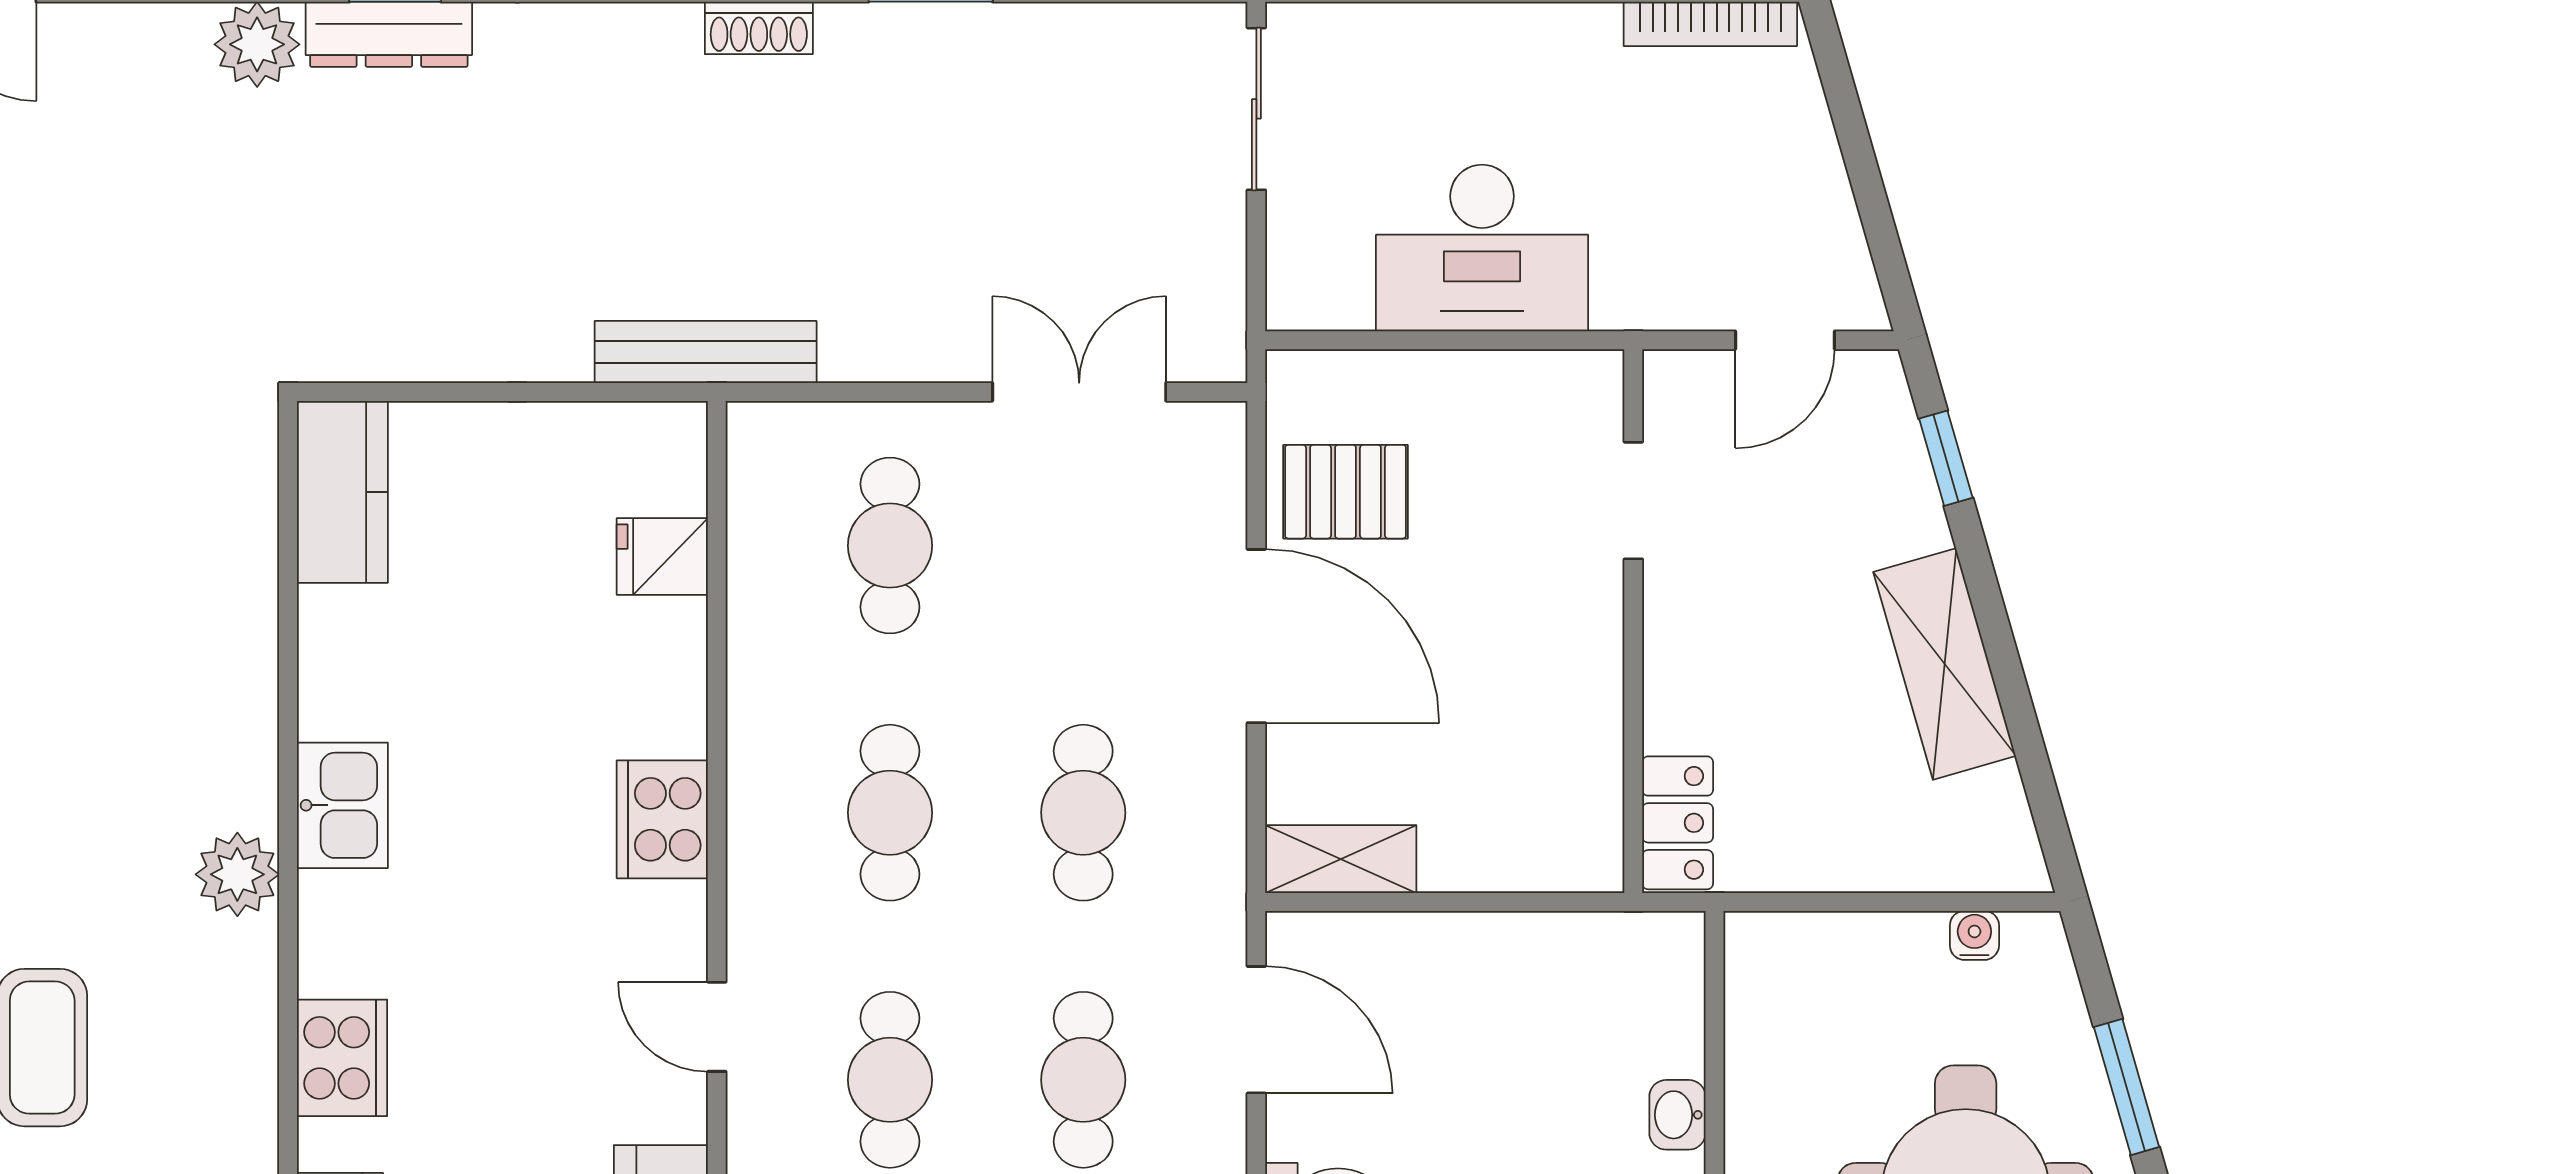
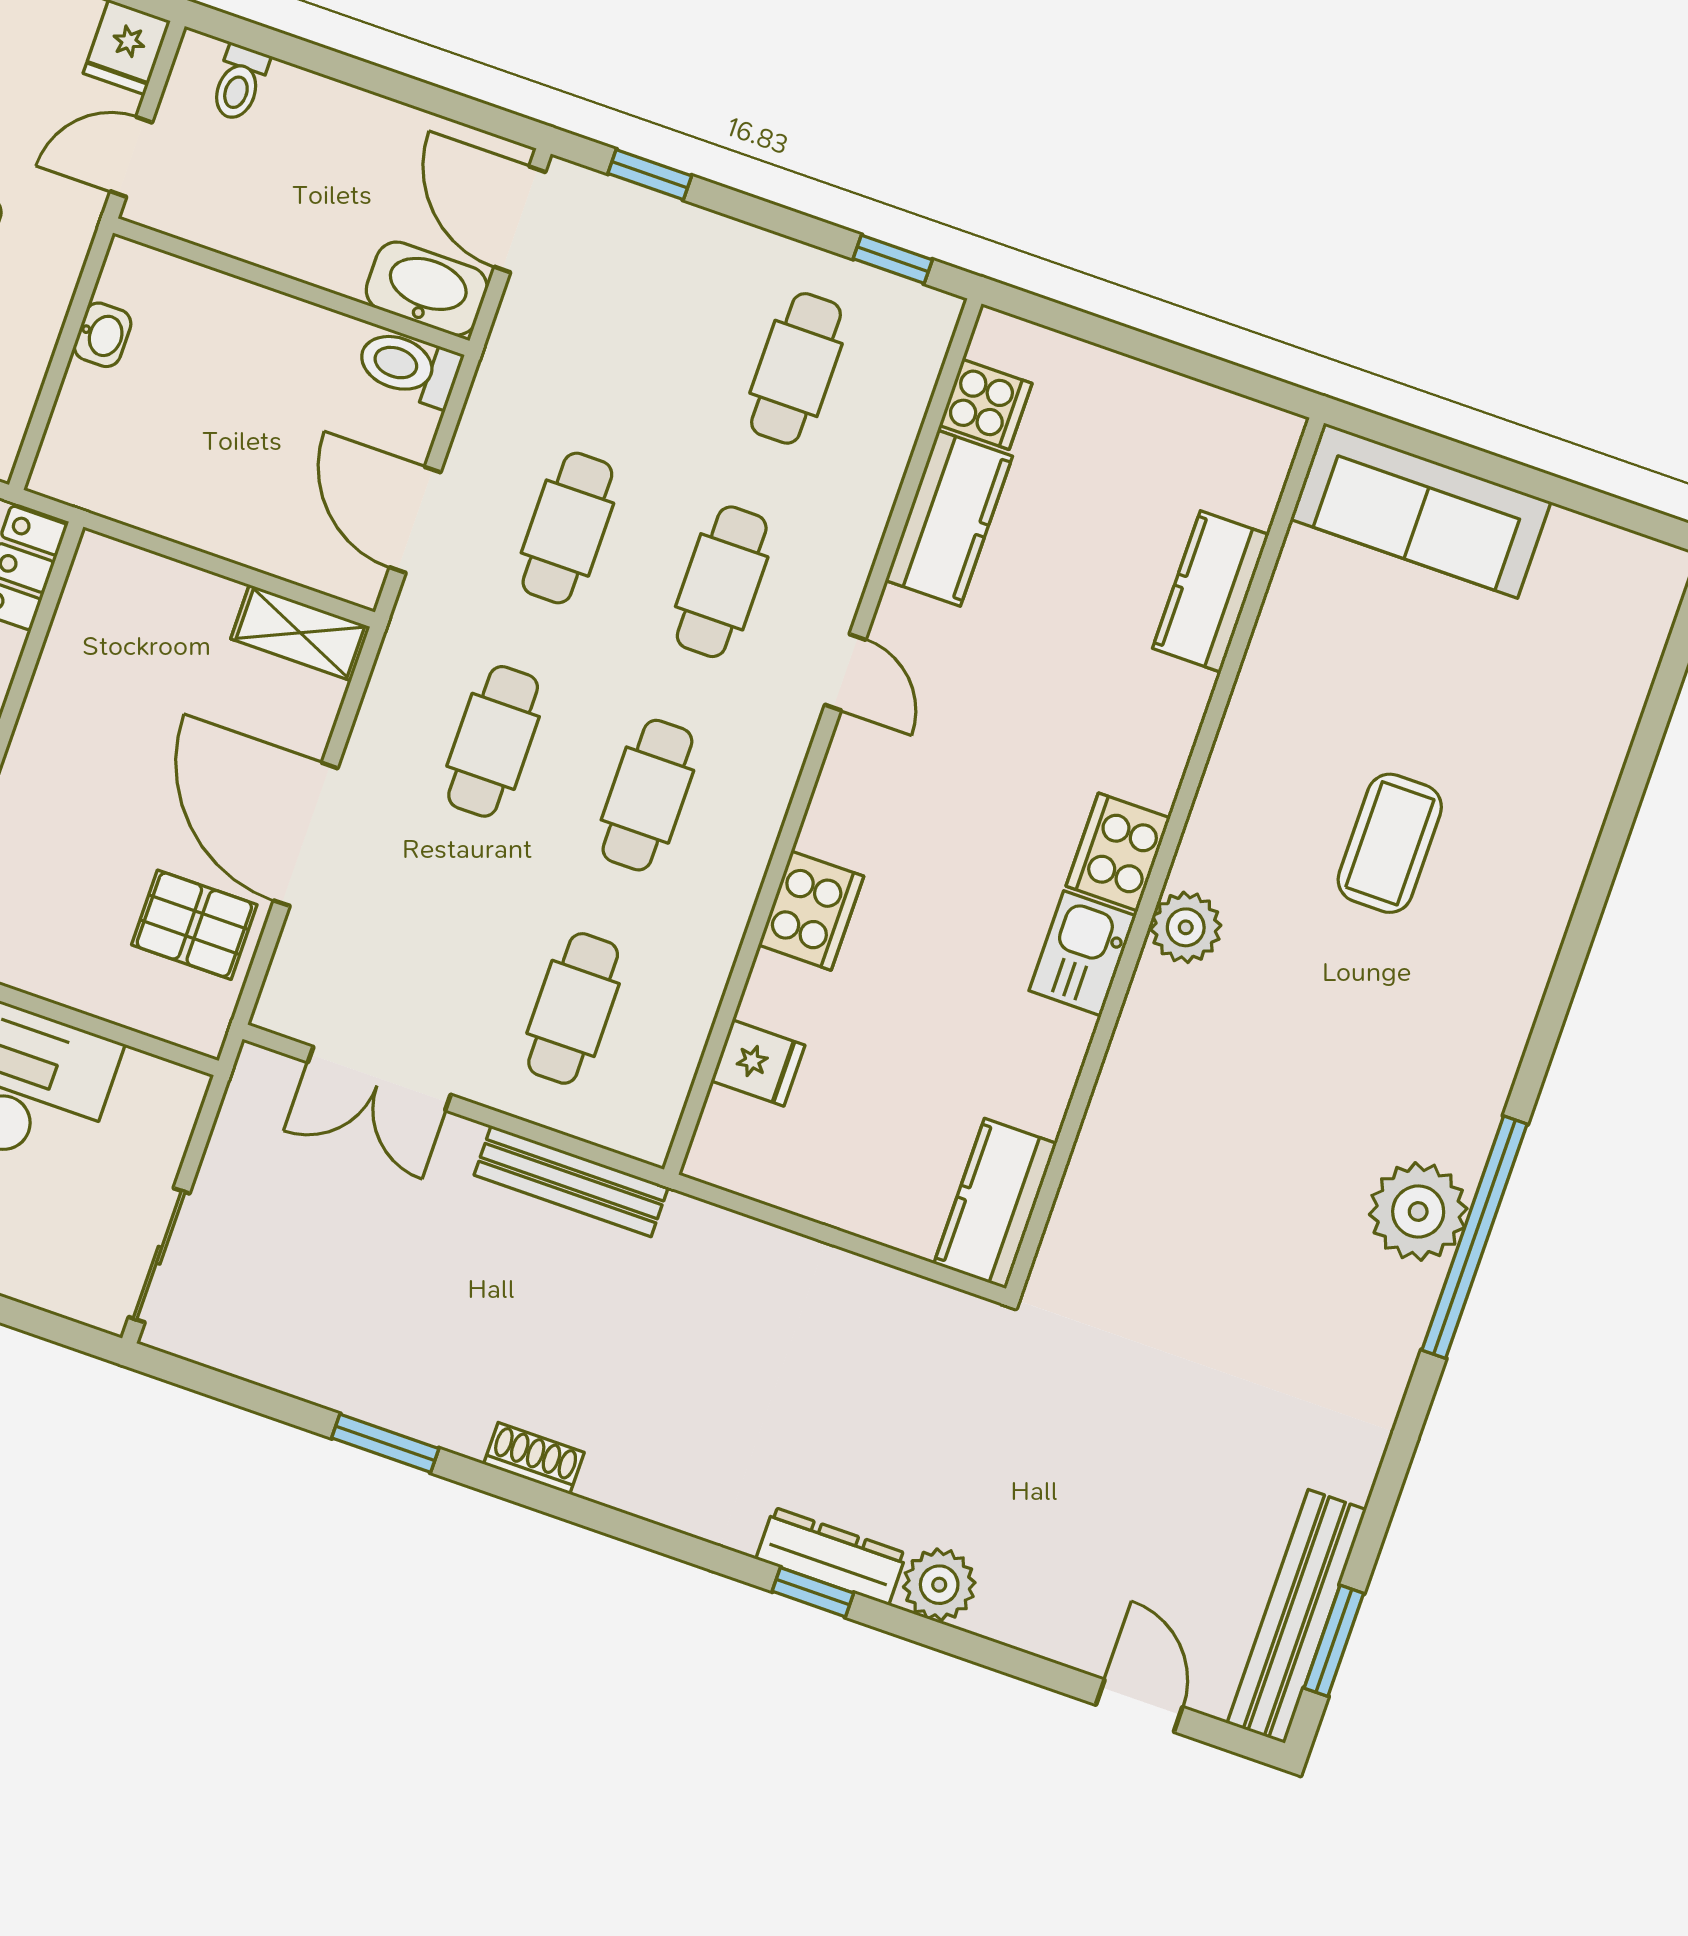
bench: (706, 352) -> (571, 1181), moved
cooker: (662, 819) -> (811, 911), moved
cooker: (342, 1058) -> (1118, 852), moved

